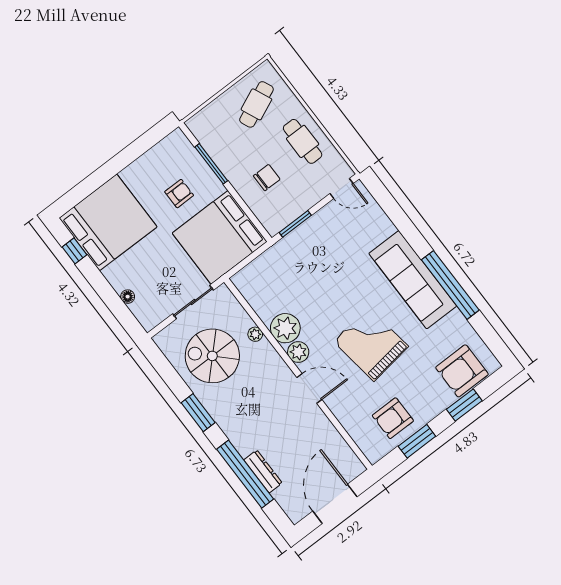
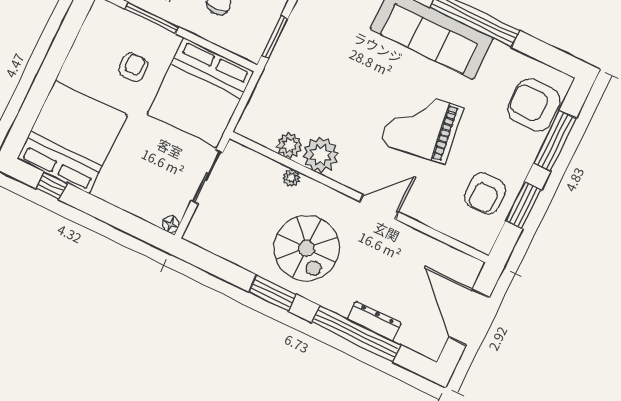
floor lamp: (128, 297) -> (171, 224), moved
plant: (298, 352) -> (289, 145), moved
spiral stairs: (212, 356) -> (307, 248), moved, turned -90
armchair: (462, 371) -> (534, 105), turned 90
window: (464, 405) -> (555, 141), width x1.44

